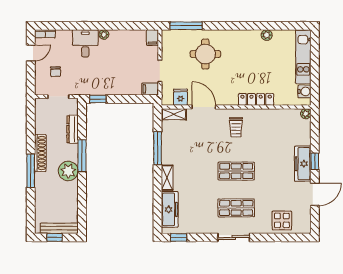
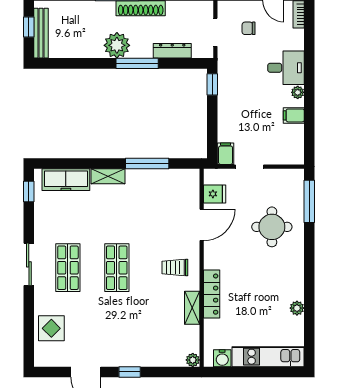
filing cabinet: (152, 38) -> (294, 115), moved
shelving: (174, 114) -> (192, 308), moved
freezer: (303, 164) -> (127, 356), removed

